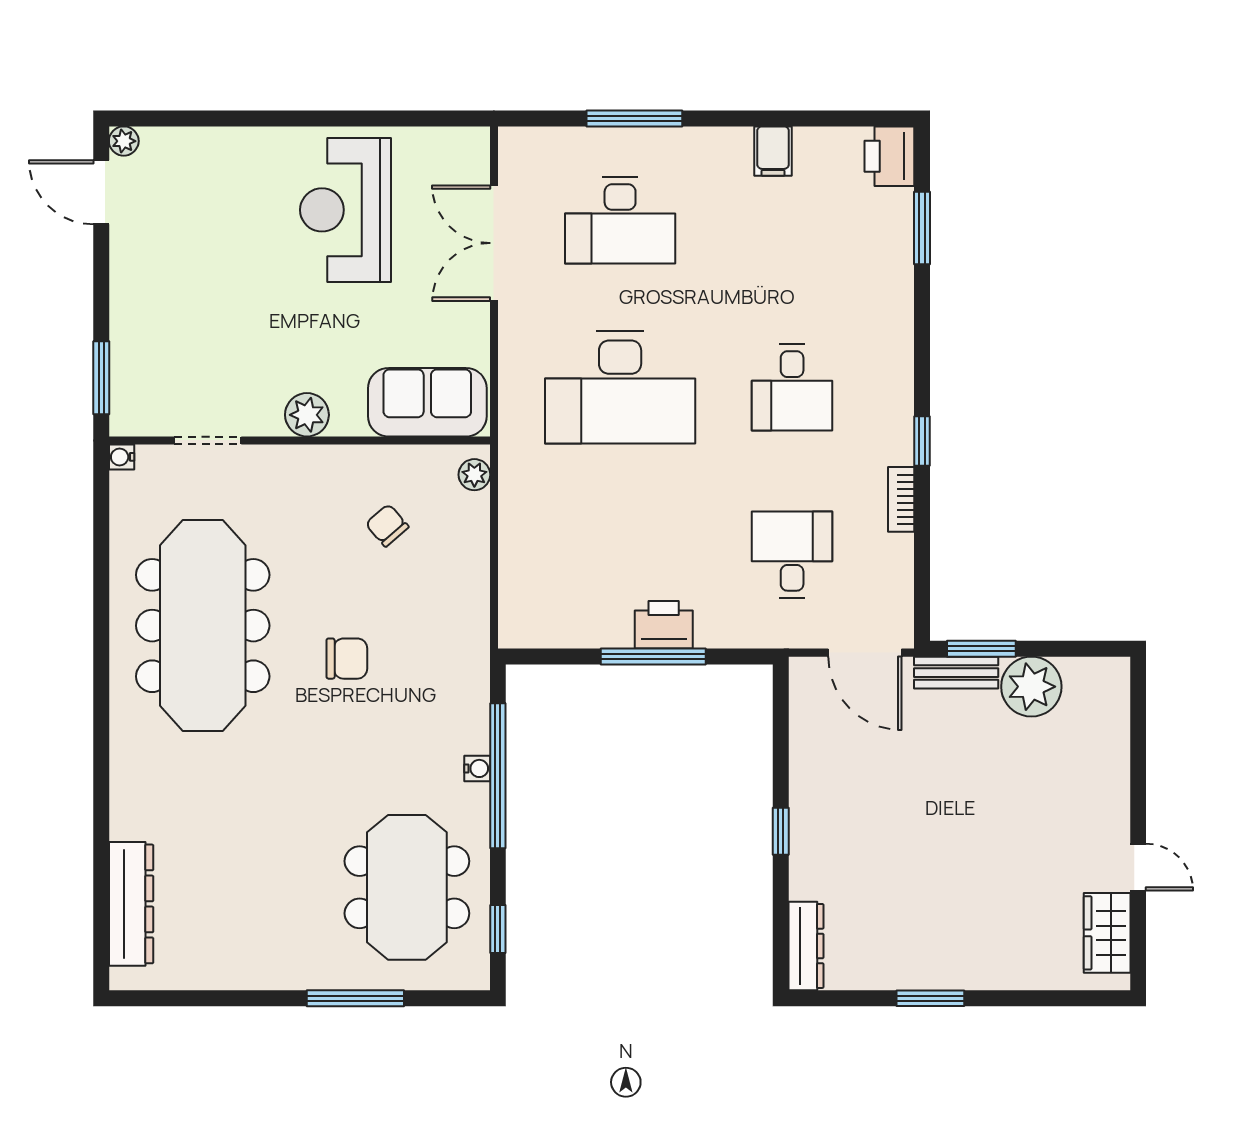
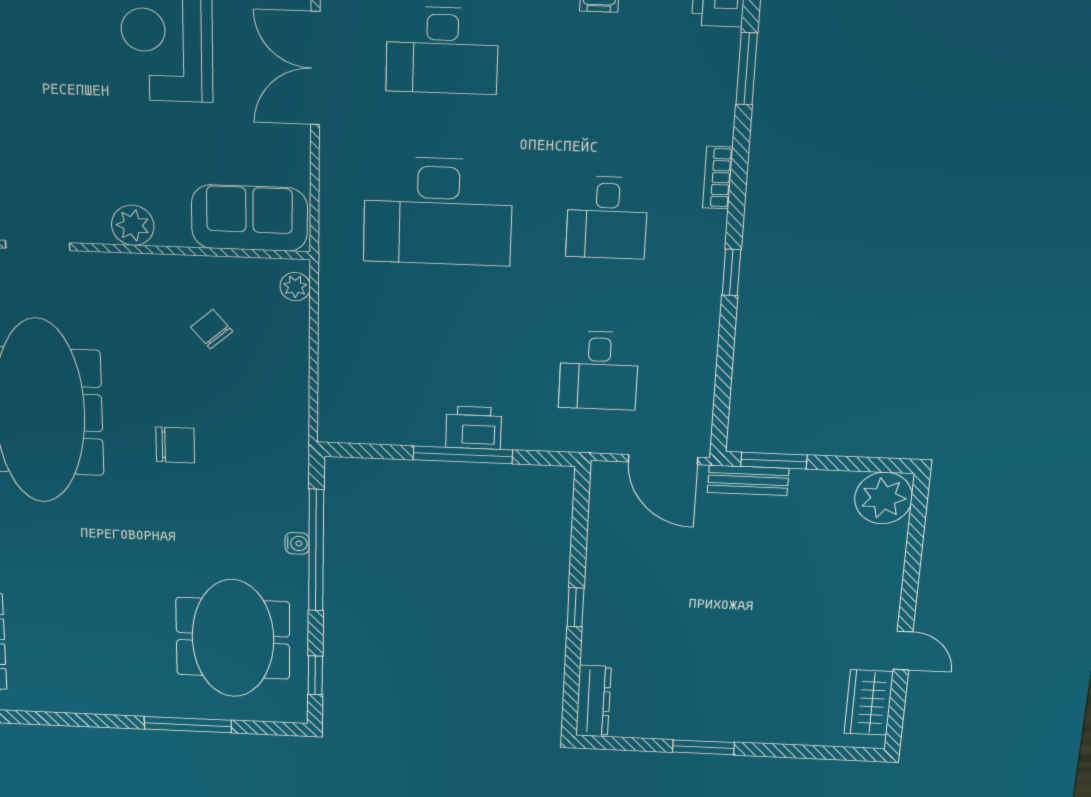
bookcase: (901, 499) -> (718, 178), moved
desk: (792, 555) -> (599, 371), turned 180
plant: (1031, 687) -> (884, 498), moved

